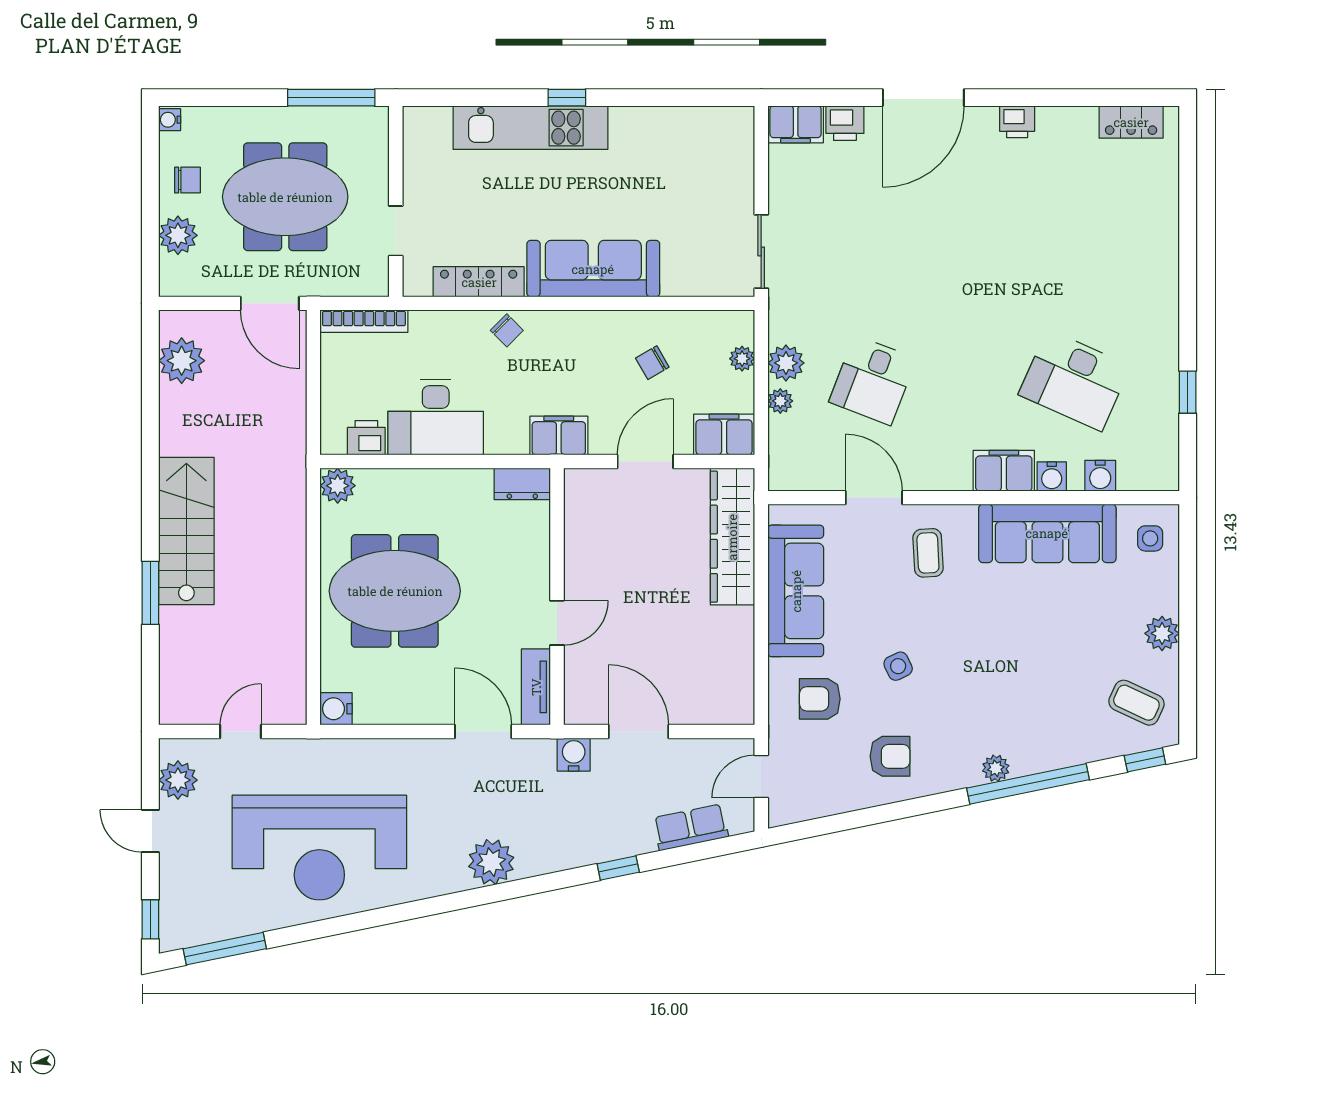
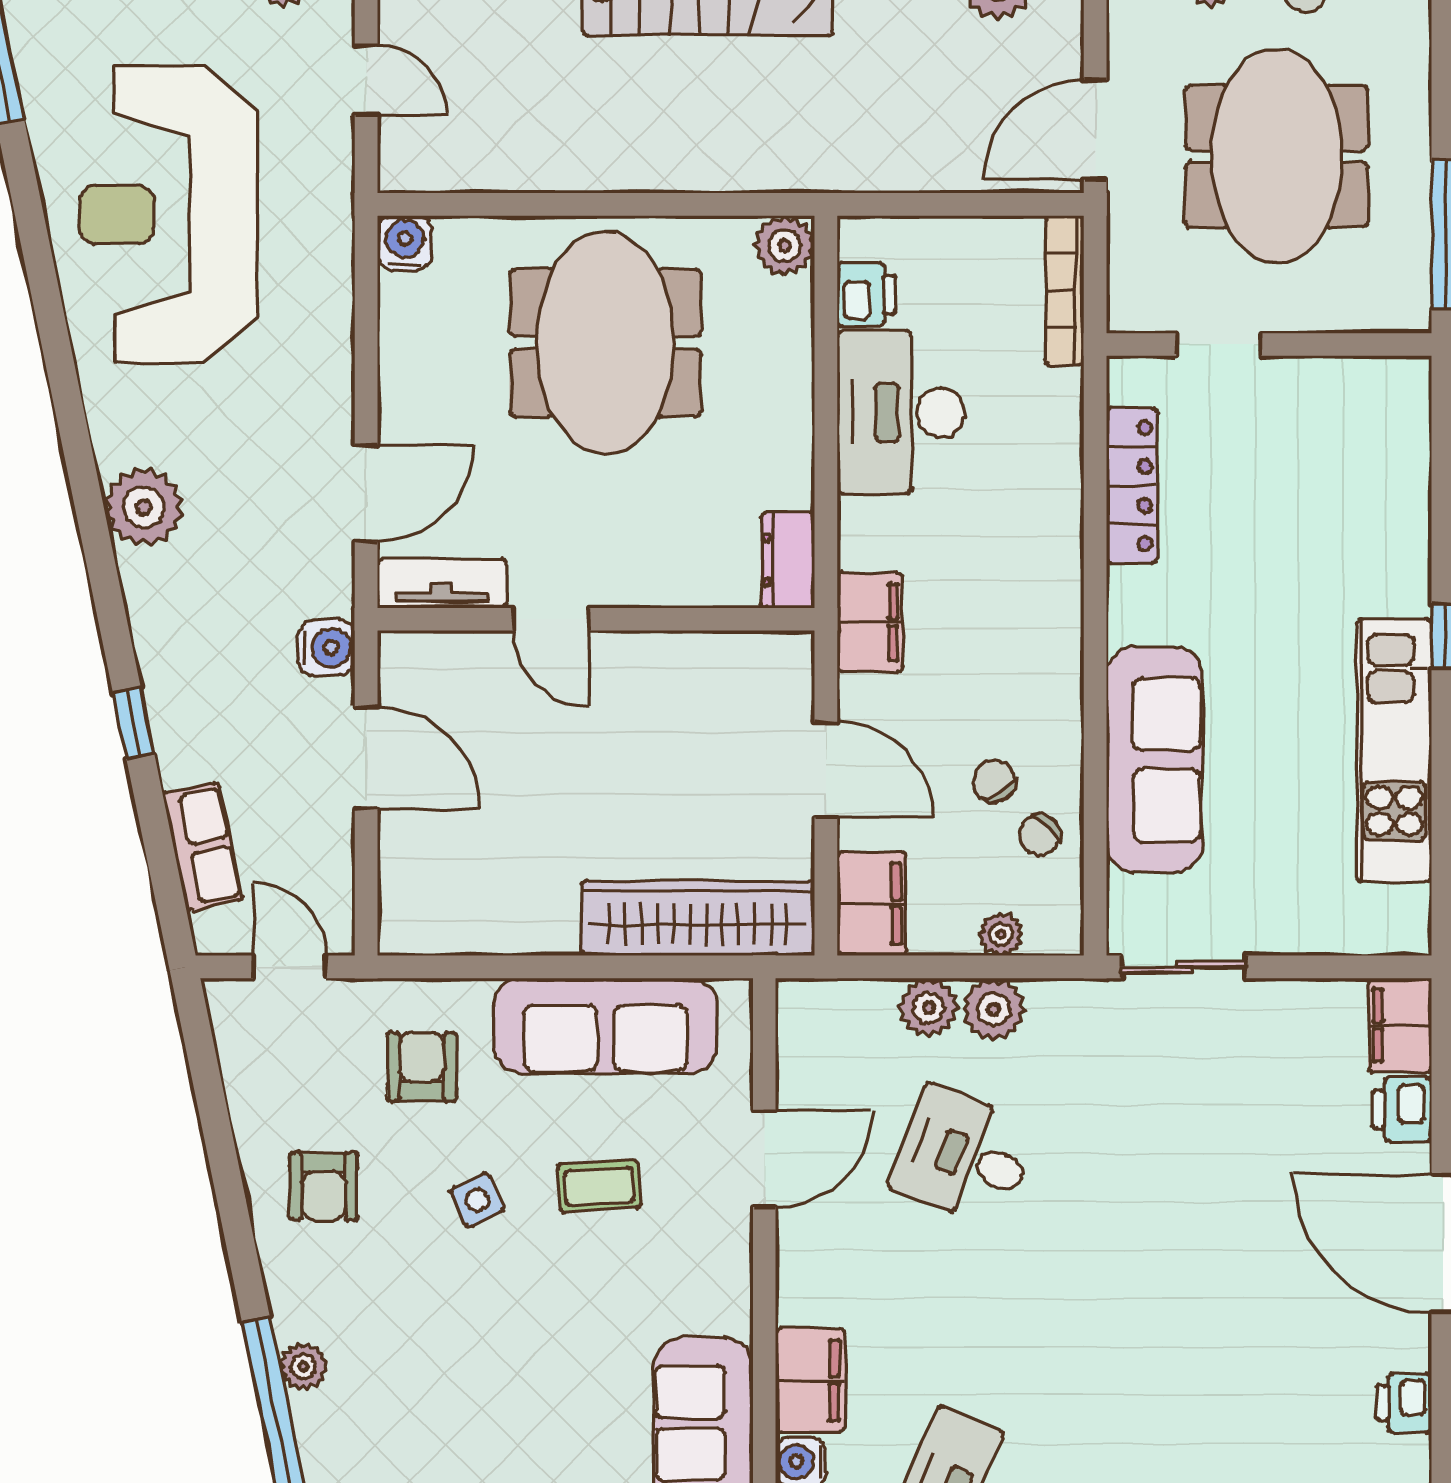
kitchen unit: (530, 128) -> (1394, 750), moved
sofa: (593, 269) -> (1154, 760), moved
chair: (507, 330) -> (1040, 835), moved
plant: (780, 401) -> (929, 1007), width x1.38, depth x1.38
coffee table: (928, 553) -> (599, 1186), moved
door: (638, 731) -> (366, 758), hinge flipped

